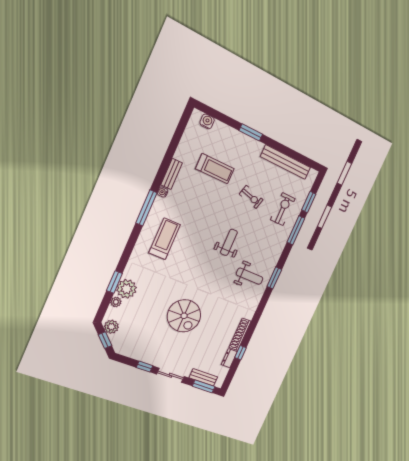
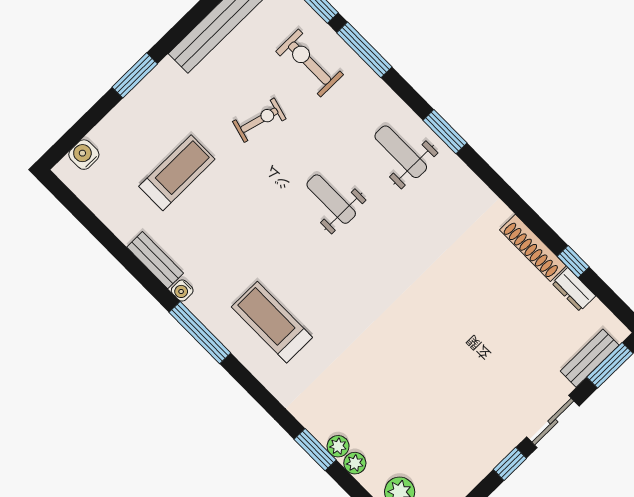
weight bench: (250, 276) -> (401, 152), moved, turned -90
plant: (127, 289) -> (338, 446), width x0.53, depth x0.53
spiral stairs: (184, 316) -> (441, 346), removed

